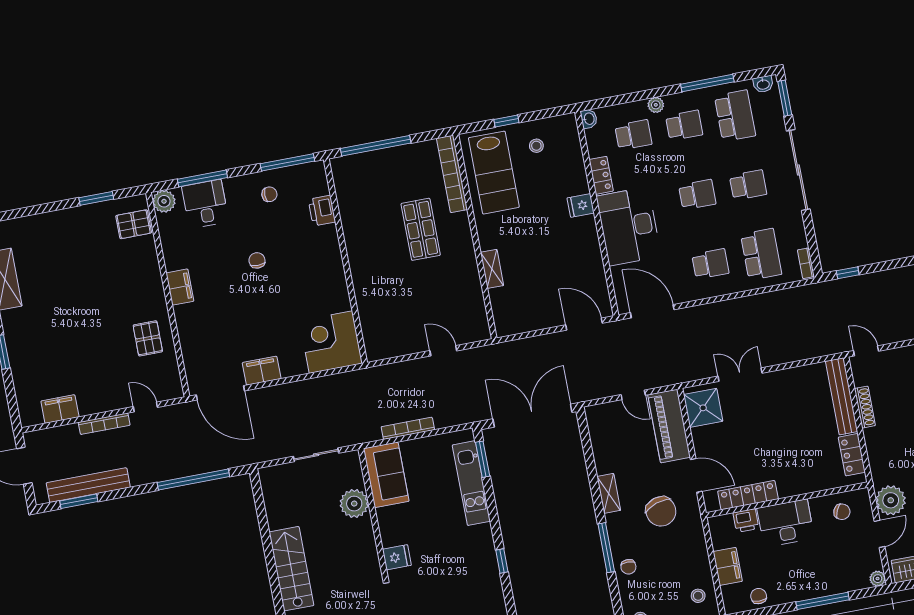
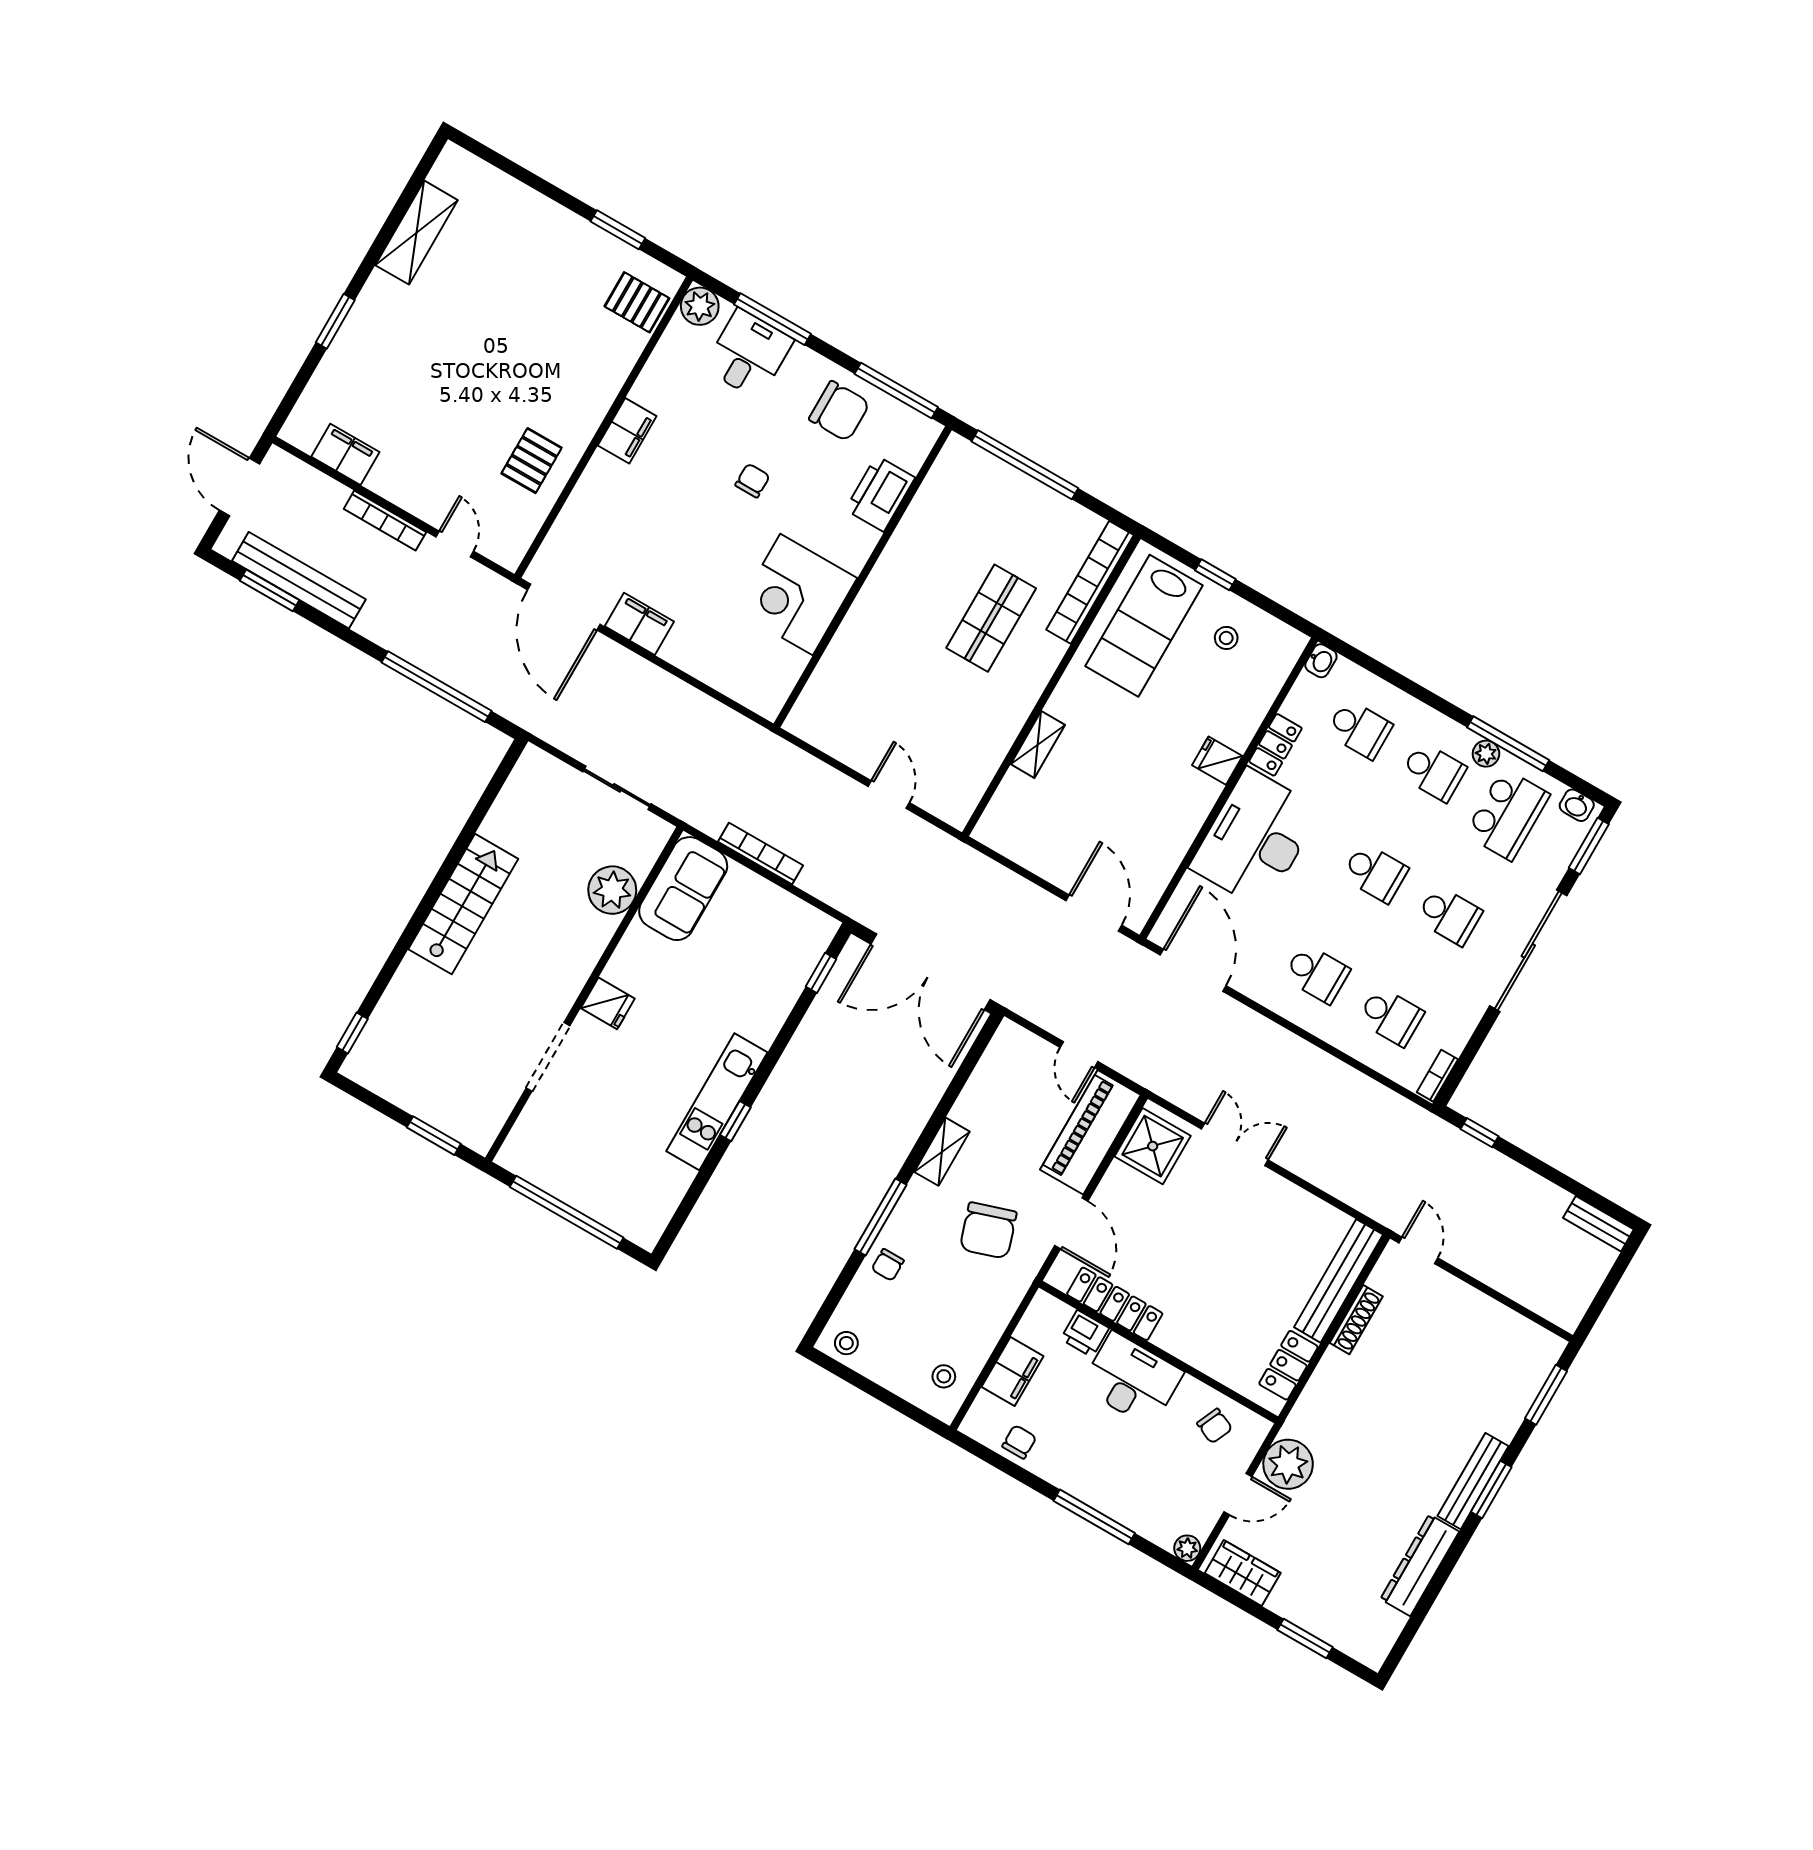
plant: (656, 105) -> (1486, 754), moved
chair: (269, 194) -> (839, 411), width x1.87, depth x1.87
printer: (322, 211) -> (880, 494), width x1.37, depth x1.19
school desk: (761, 254) -> (1391, 1016), width x0.54
corner desk: (331, 342) -> (796, 594), moved, turned -90
double door: (532, 416) -> (931, 972), swing flipped
window: (483, 459) -> (821, 973), width x0.67
kitchen unit: (471, 483) -> (717, 1102), moved

